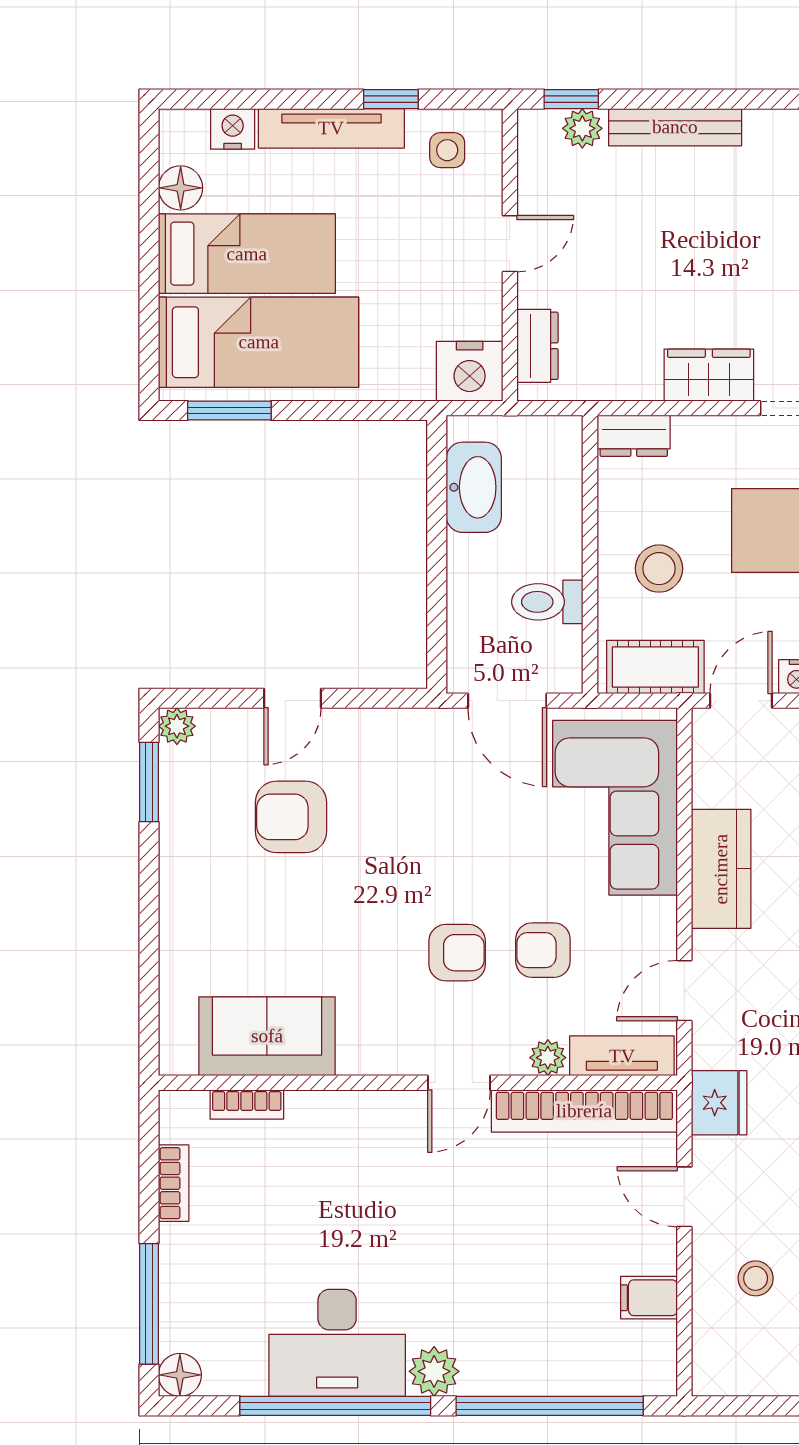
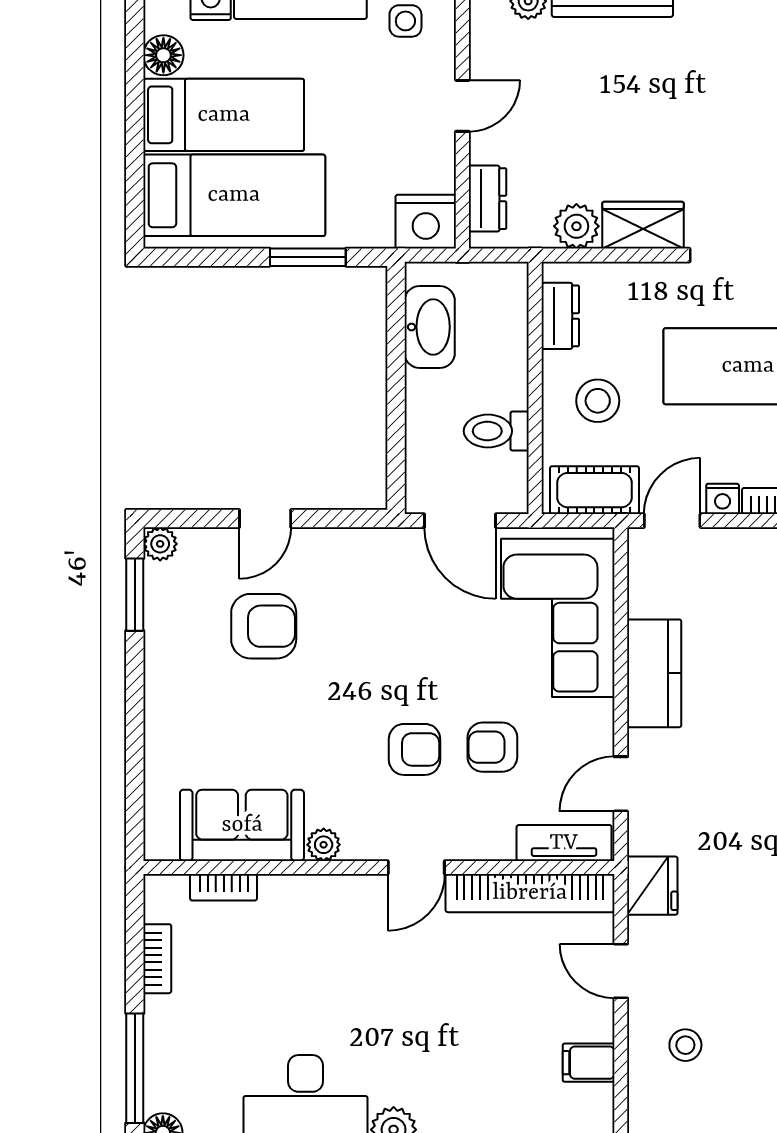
plant: (636, 376) -> (576, 226), added
window: (229, 410) -> (308, 257), moved
dresser: (634, 436) -> (560, 316), moved, turned -90
armchair: (291, 817) -> (264, 626), turned 180
plant: (548, 1058) -> (324, 845), moved

